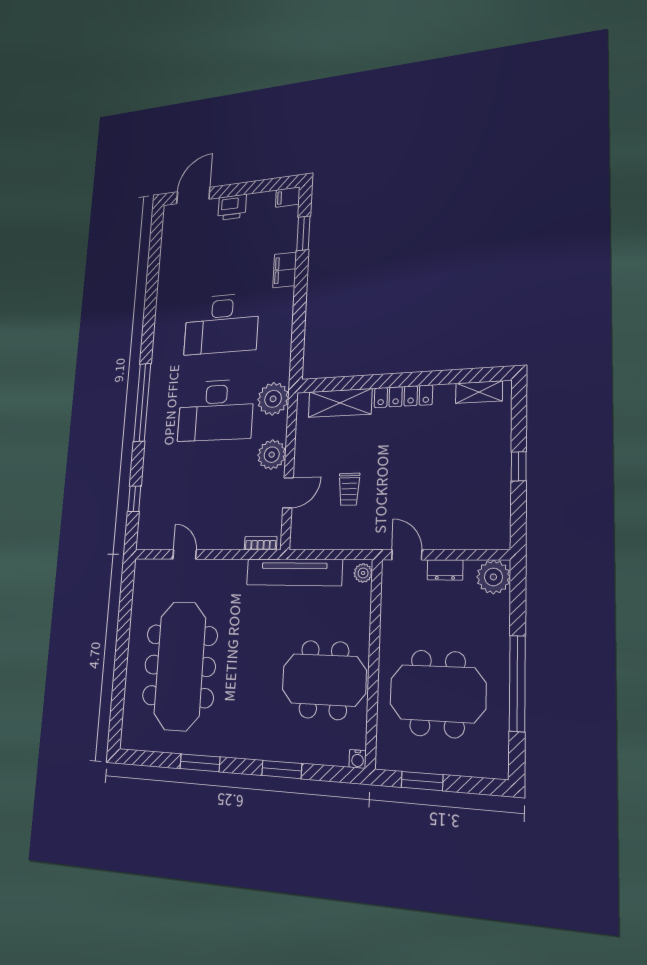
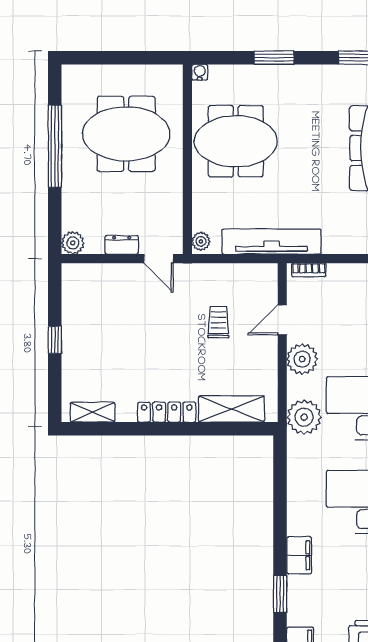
plant: (493, 577) -> (73, 243), width x0.73, depth x0.73
window: (422, 781) -> (139, 58), removed

